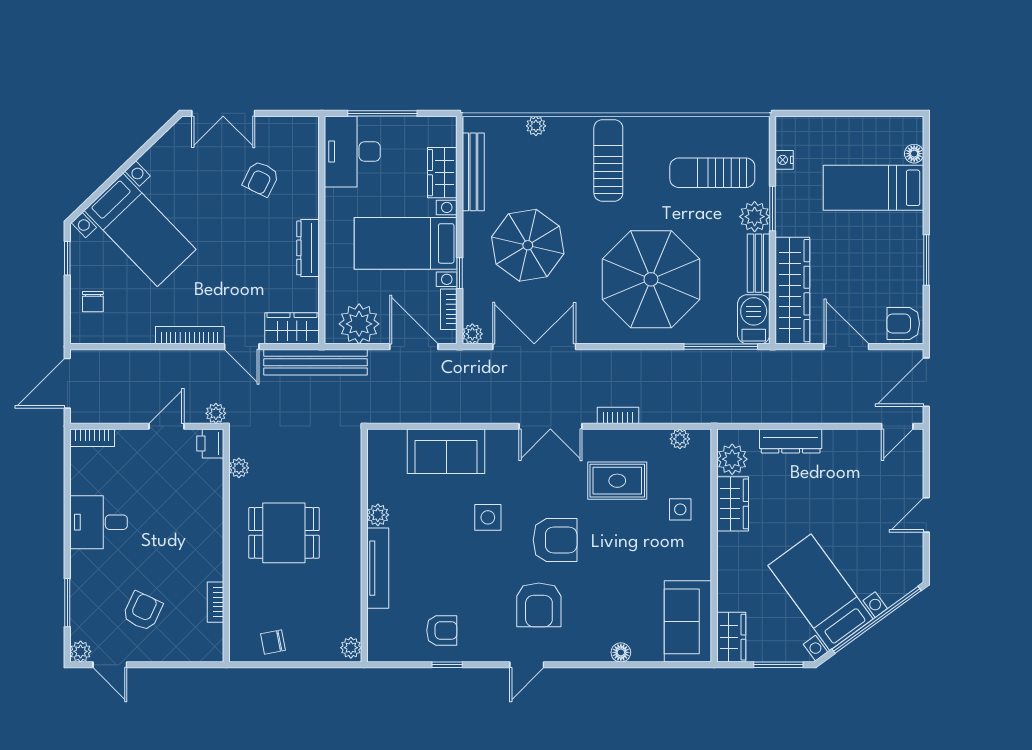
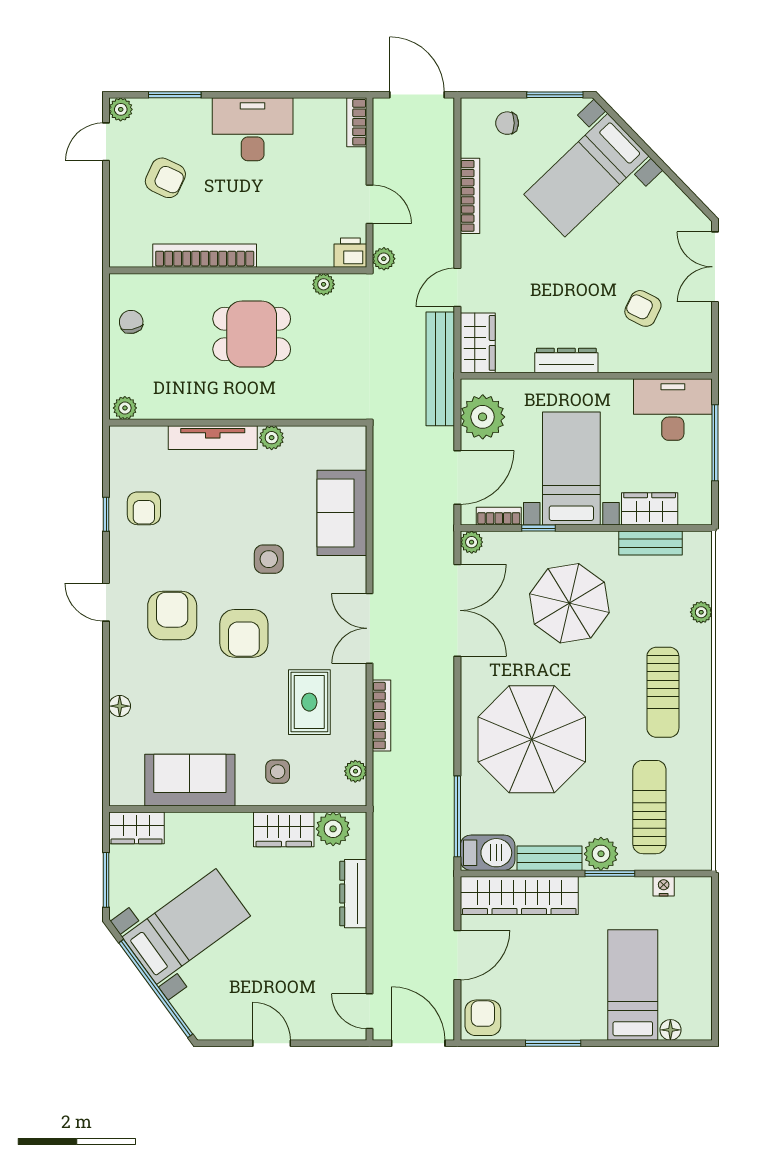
sun lounger: (608, 160) -> (663, 692), turned 90
bench: (473, 172) -> (650, 543), width x0.73
window: (67, 258) -> (555, 95), width x1.50
bookcase: (190, 335) -> (470, 196), moved
bookcase: (618, 415) -> (382, 716), width x1.56
desk: (99, 522) -> (253, 129), width x1.37
dining table: (284, 533) -> (252, 334), turned 90
bookcase: (216, 602) -> (205, 256), width x2.31, depth x1.31
armchair: (539, 605) -> (172, 616), turned 90
sofa: (688, 621) -> (190, 780), moved

